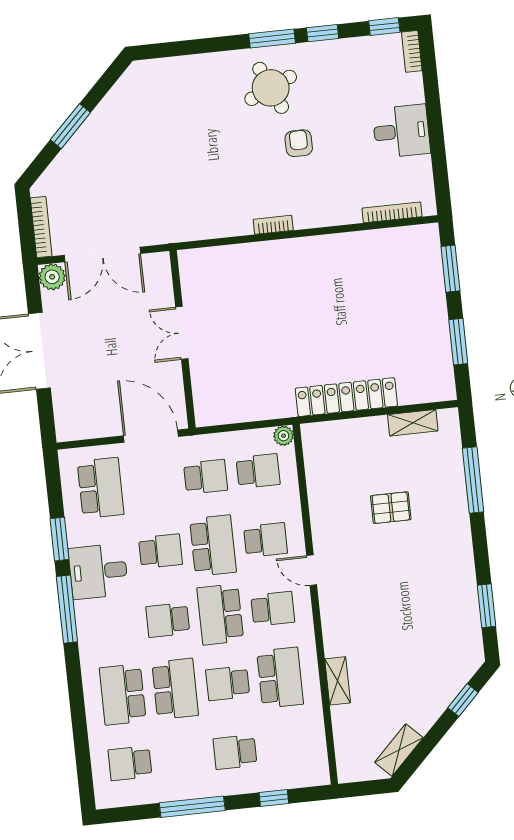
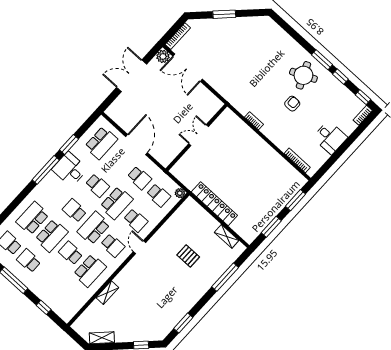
double door: (182, 333) -> (199, 135), moved
wall: (183, 339) -> (196, 137), moved
school desk: (235, 752) -> (29, 261), moved

